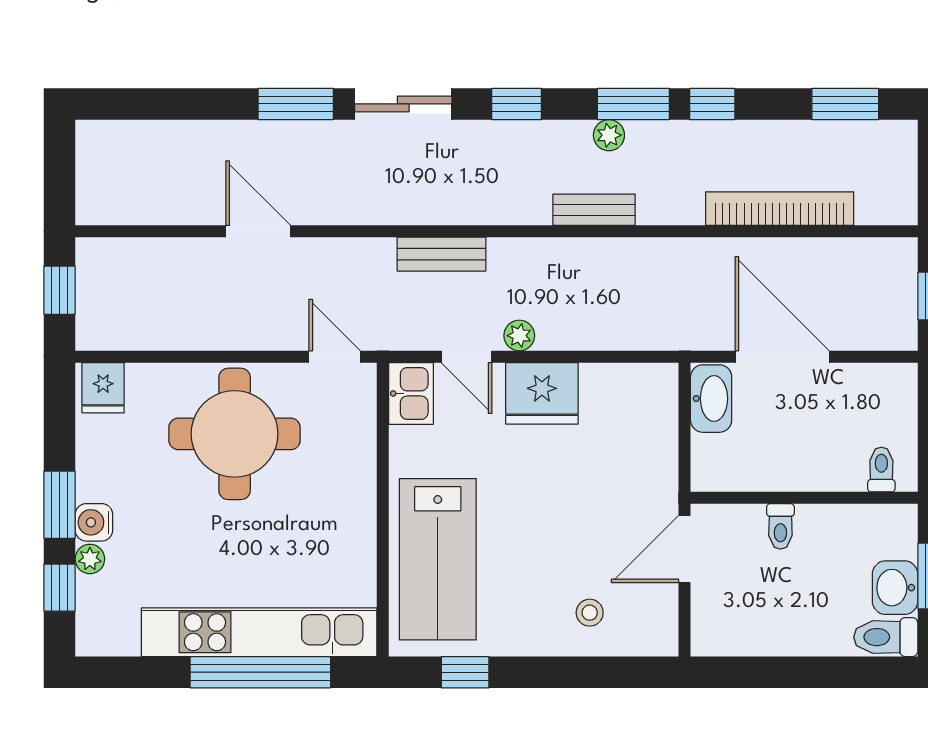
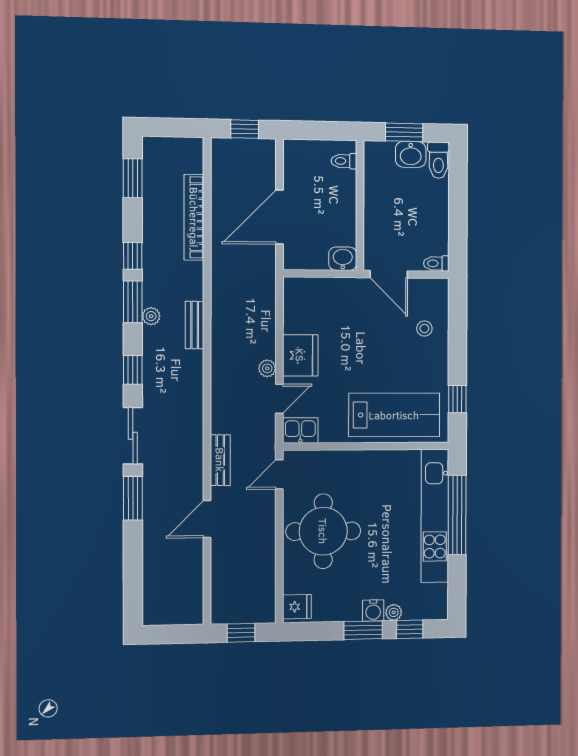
bench: (442, 254) -> (220, 460), moved
washbasin: (711, 399) -> (343, 259), moved, width x0.72
toilet: (780, 526) -> (436, 263), moved, turned 180

